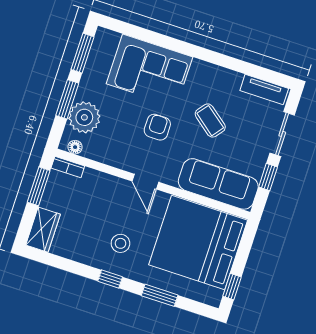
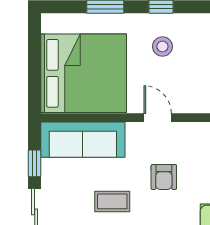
coffee table: (210, 121) -> (112, 201), turned -38
window: (232, 287) -> (35, 40), removed

